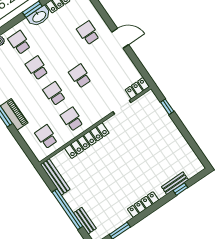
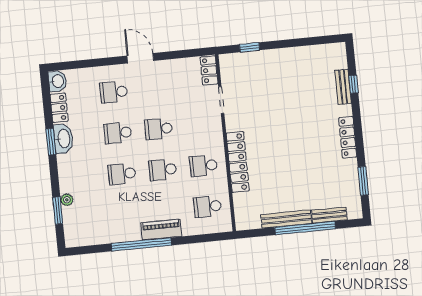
door: (120, 38) -> (140, 58), hinge flipped
school desk: (19, 42) -> (118, 133), moved
bench: (55, 177) -> (286, 219), moved

